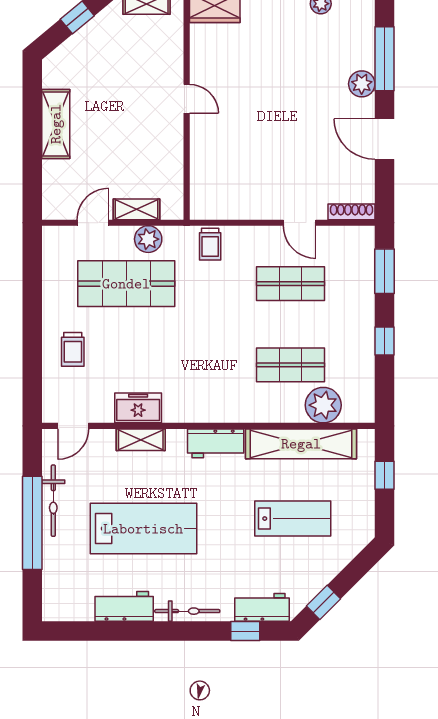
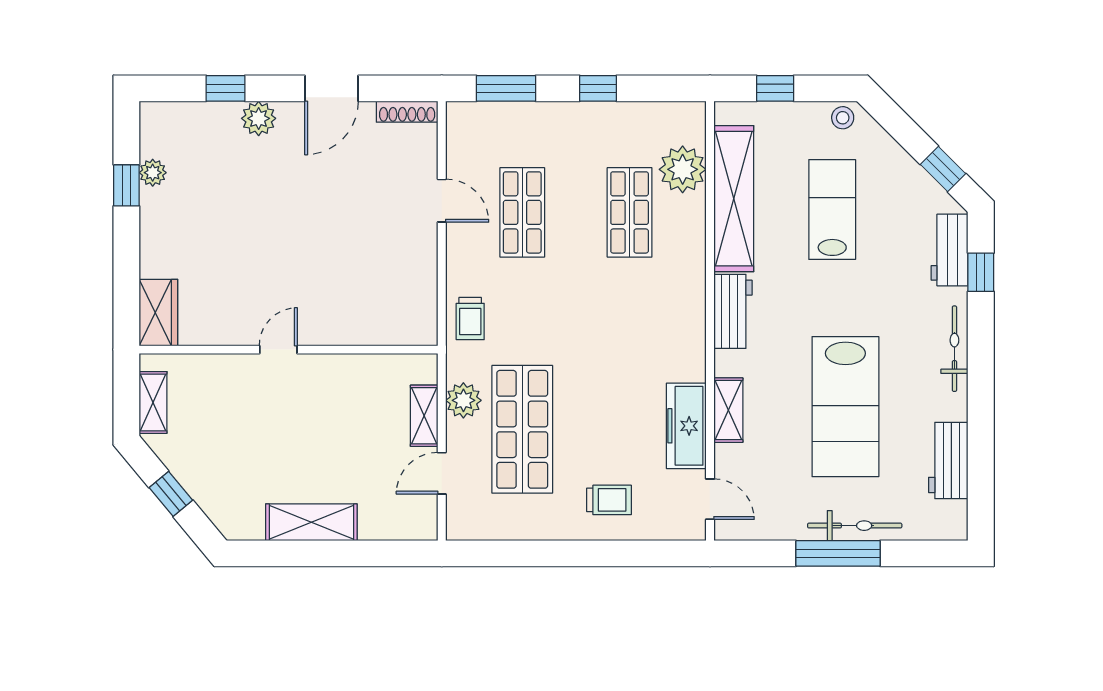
window: (385, 59) -> (225, 88), width x0.46
shoe rack: (351, 212) -> (407, 112), moved, turned -90
door: (93, 223) -> (442, 473), hinge flipped
door: (300, 223) -> (442, 201), hinge flipped
trolley: (210, 244) -> (470, 319), turned 90
freezer: (138, 408) -> (686, 426), width x1.40
bicycle: (53, 501) -> (855, 526), moved
window: (32, 523) -> (838, 553), width x0.68
stool: (362, 526) -> (843, 118), added
lab bench: (143, 529) -> (845, 407), turned 180
workbench: (124, 606) -> (948, 460), moved

